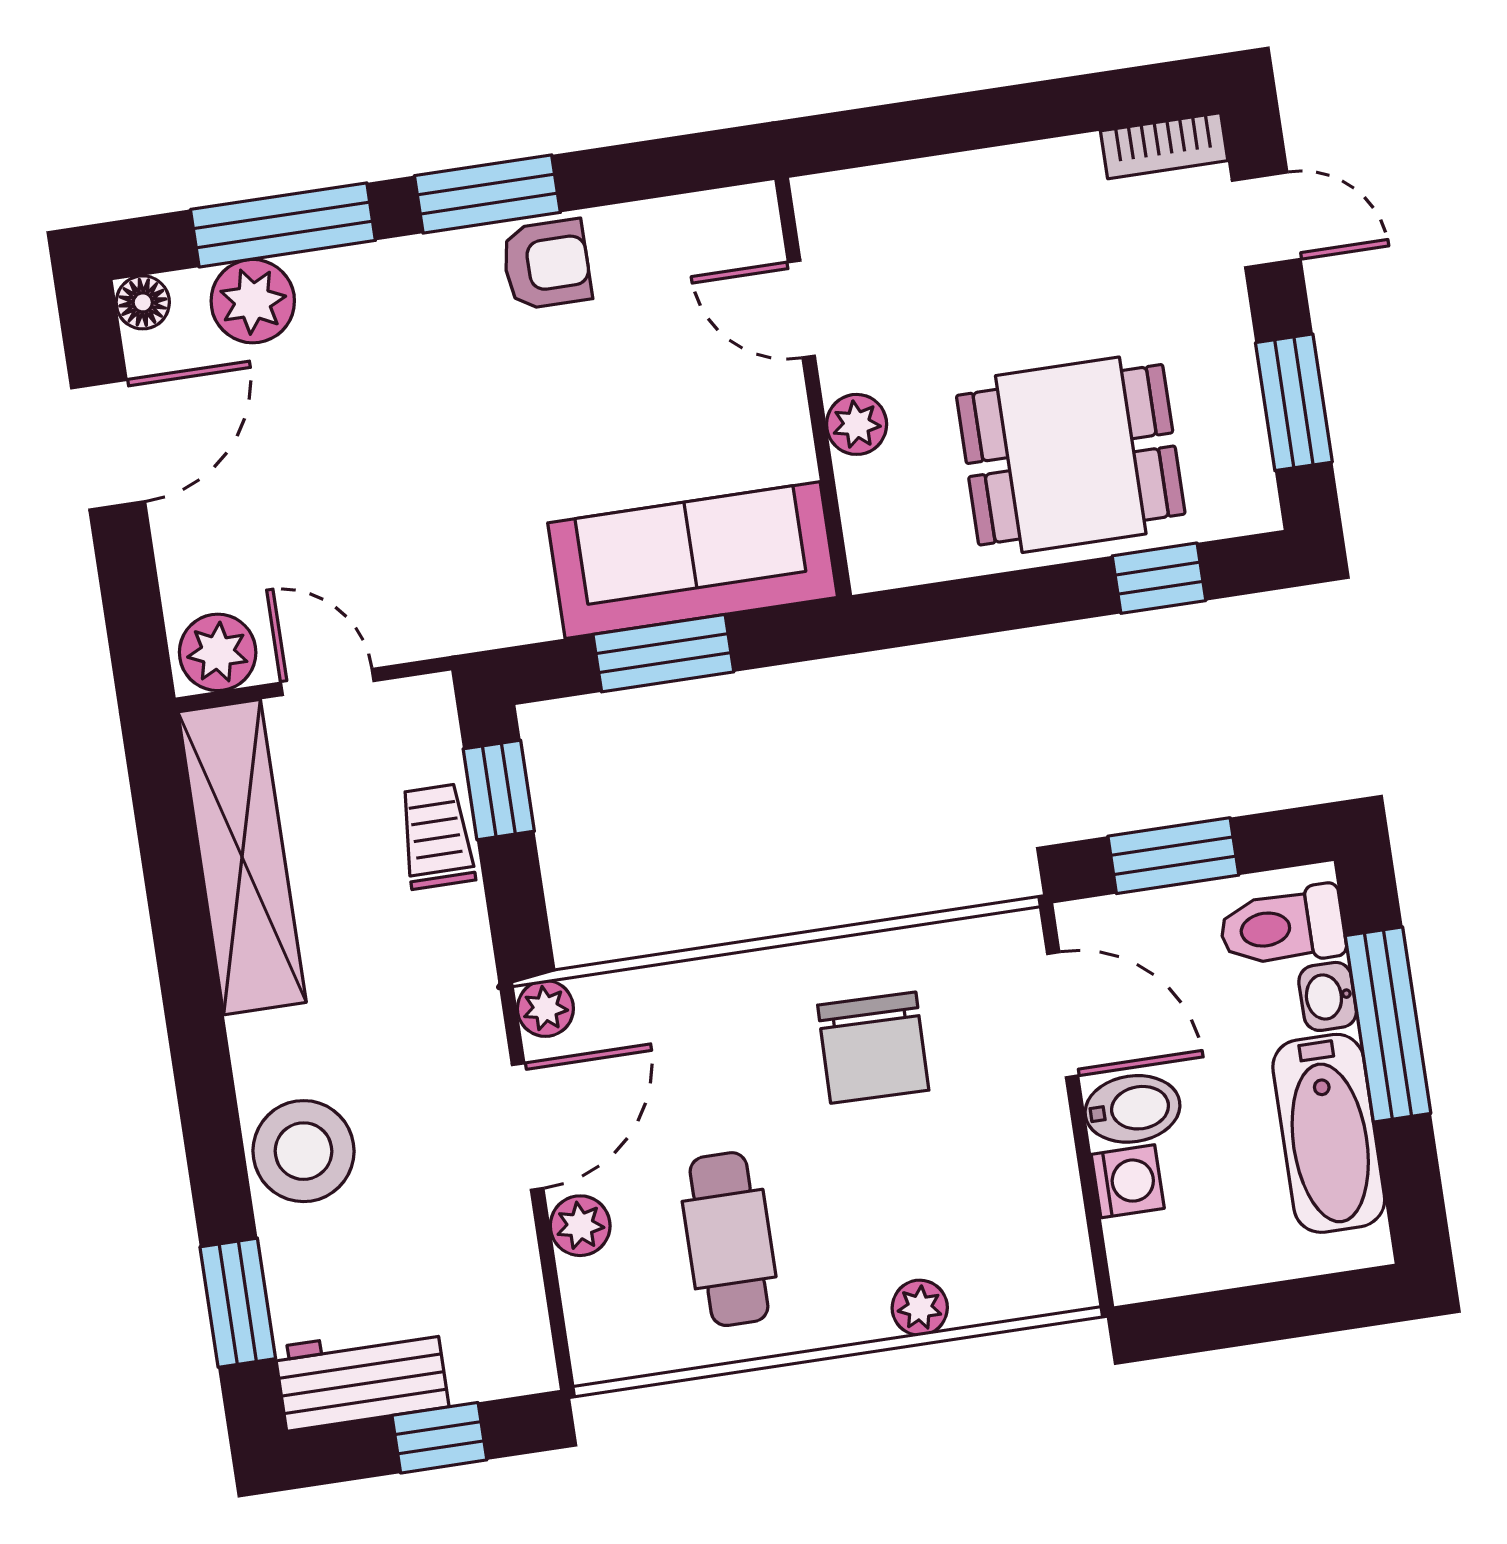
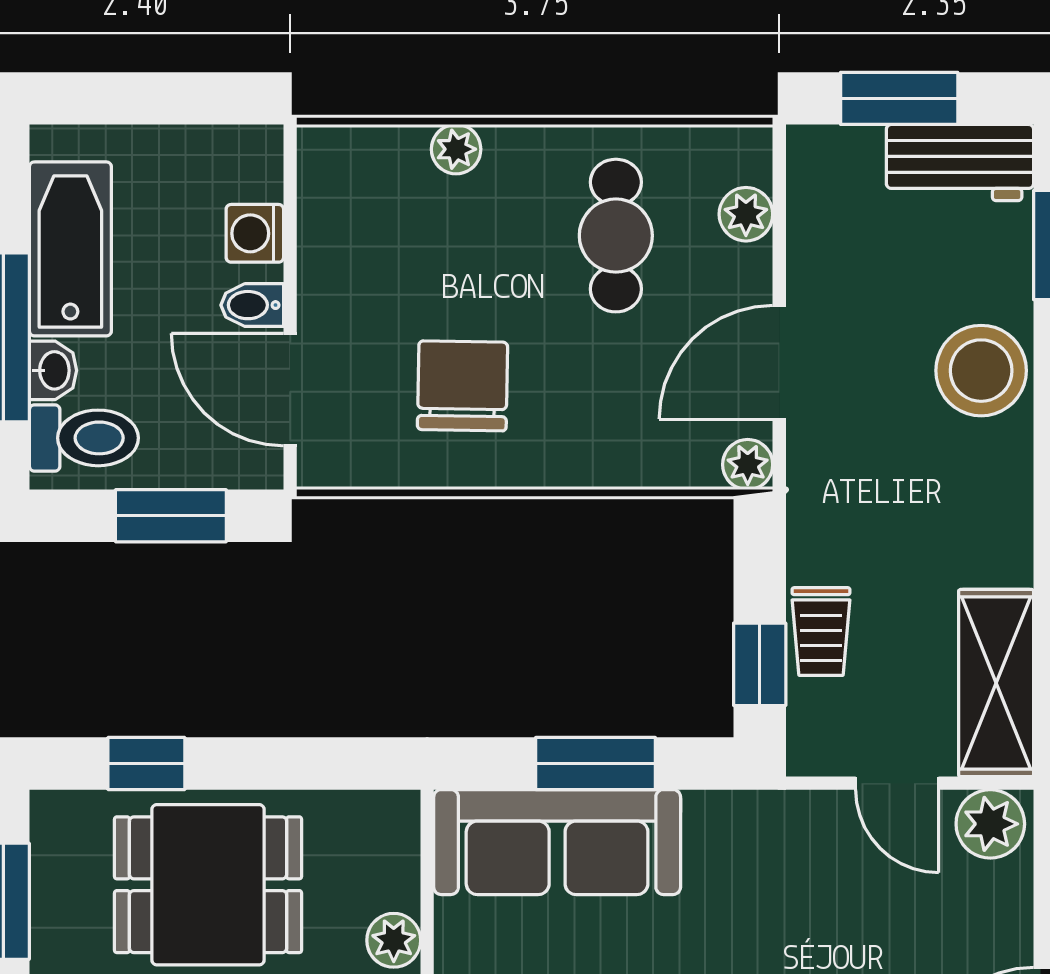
shelving: (242, 857) -> (996, 683), width x0.68
bidet: (1132, 1109) -> (252, 305), width x0.72, depth x0.74
plant: (580, 1226) -> (746, 214), moved
window: (439, 1438) -> (899, 98), width x1.50

